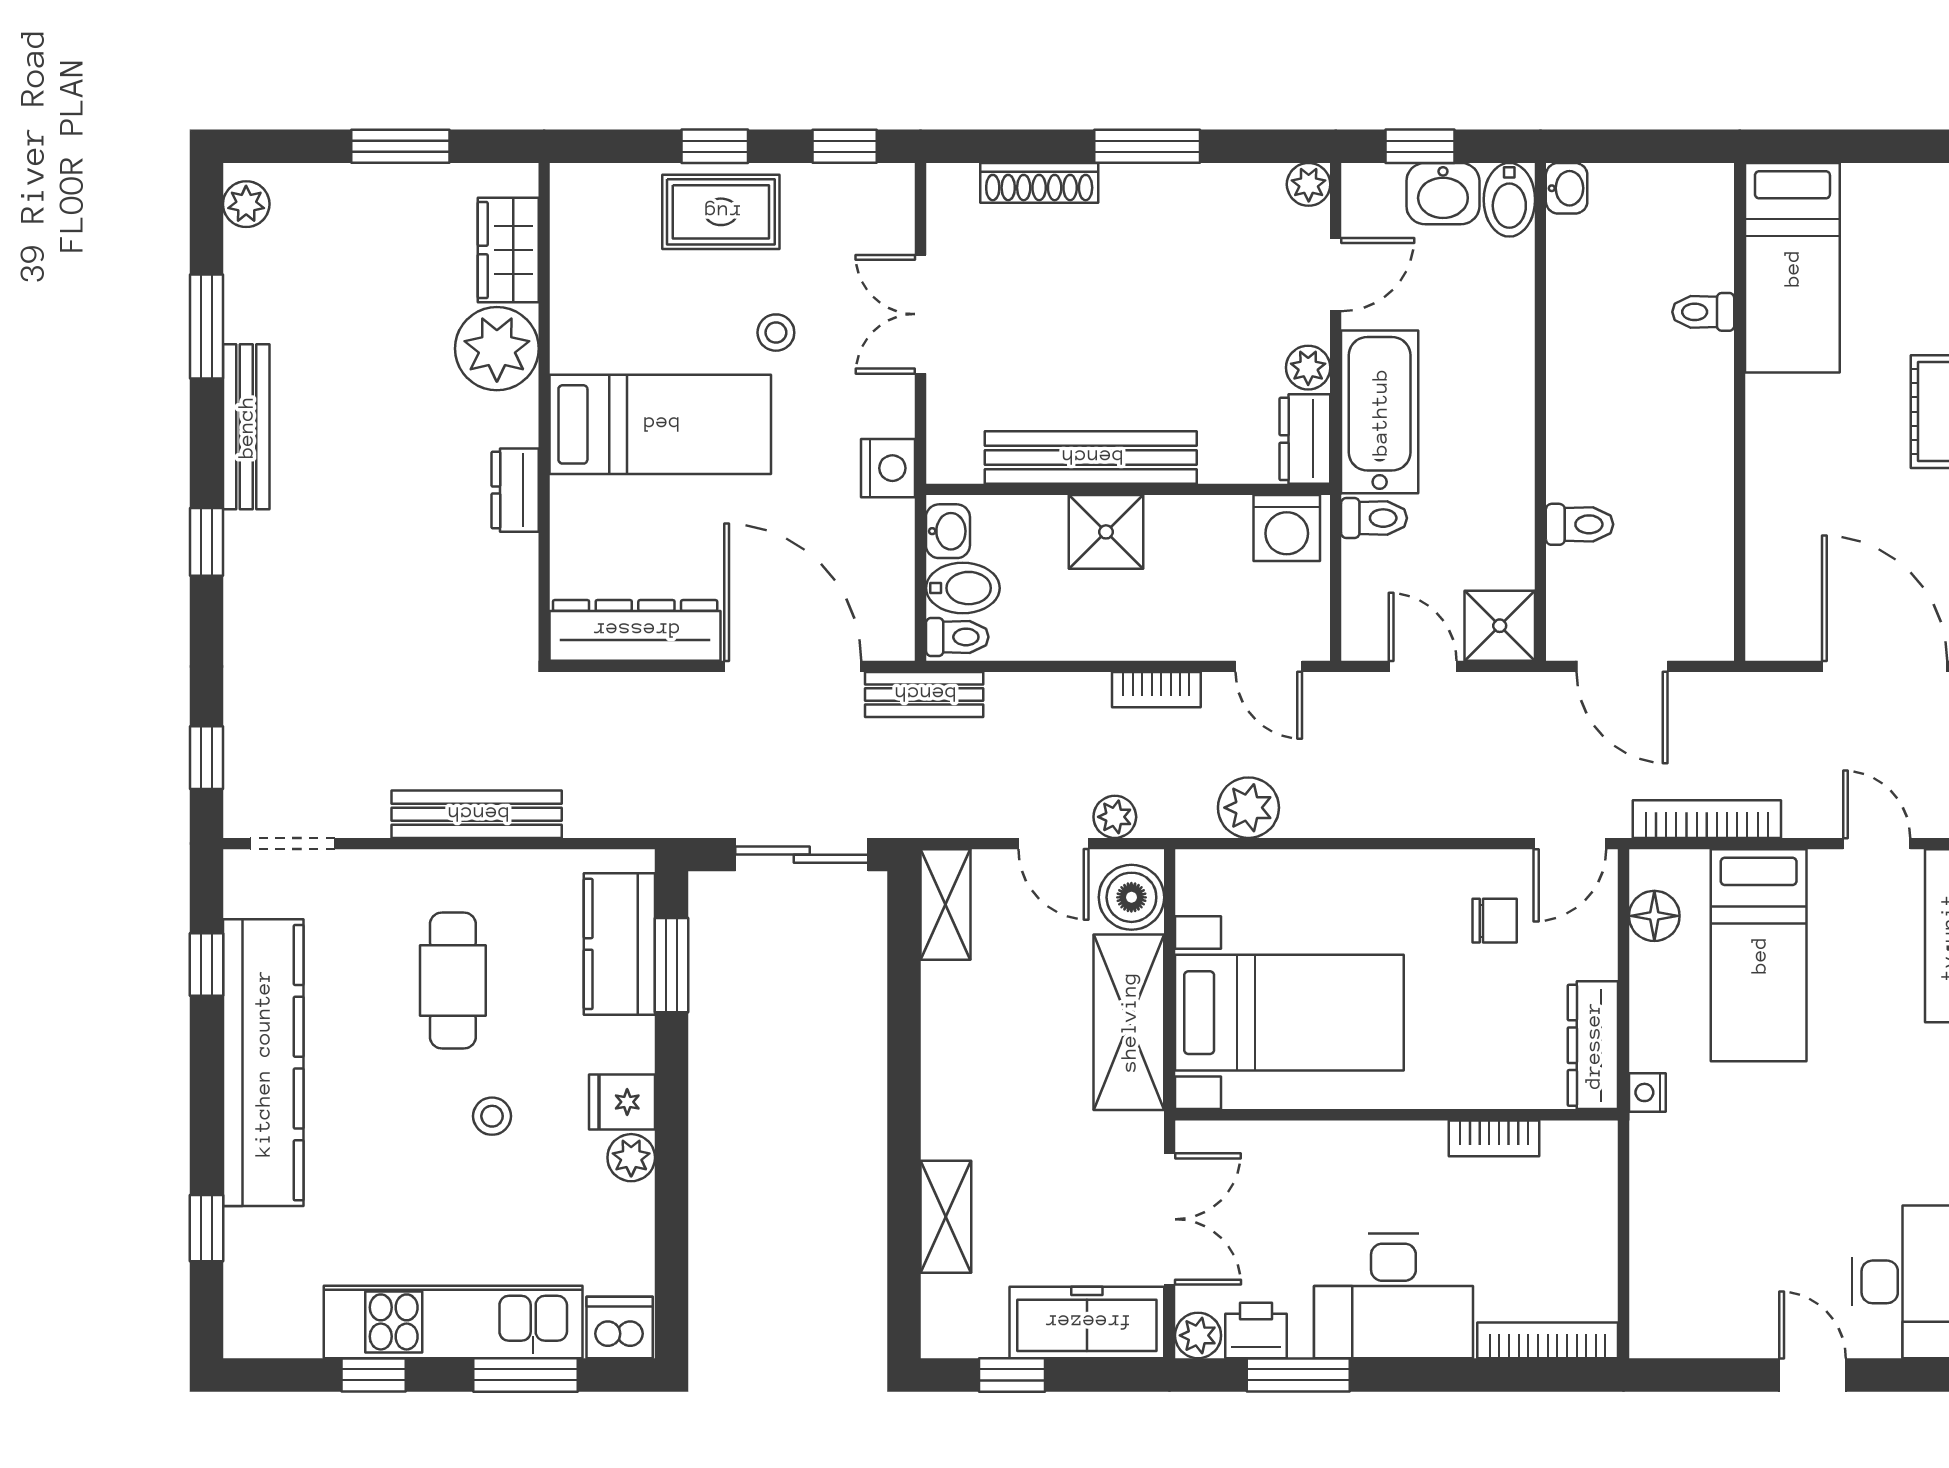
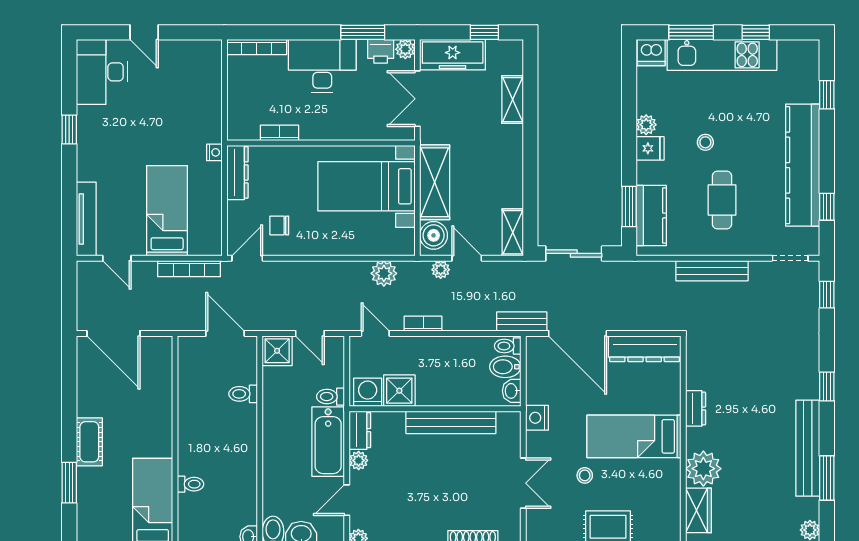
bench: (246, 427) -> (808, 448), width x1.37, depth x1.21
shower: (1106, 532) -> (399, 391), moved
floor lamp: (1654, 916) -> (211, 227), removed

